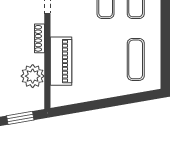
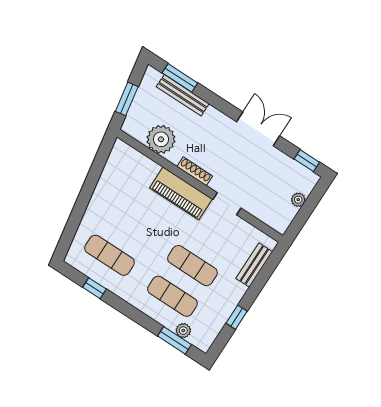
window: (165, 55) -> (94, 288), added
piano: (61, 61) -> (181, 193), moved

